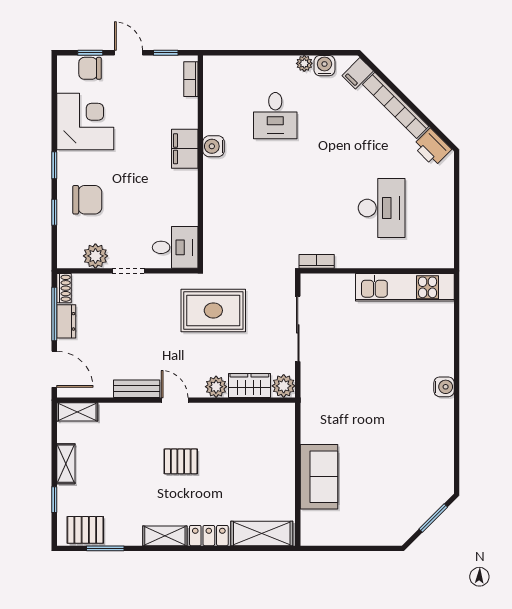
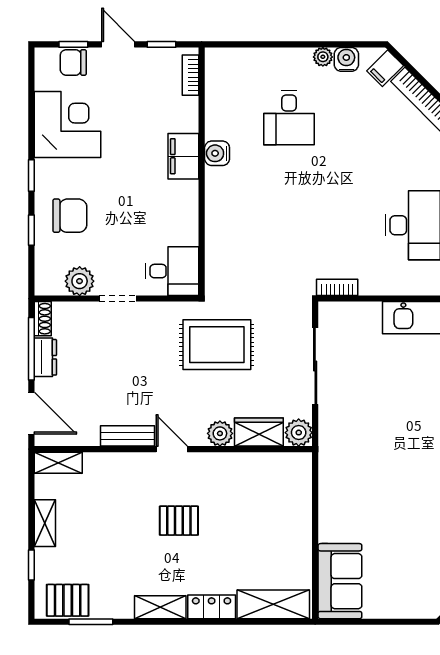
sofa: (319, 477) -> (340, 581), moved

